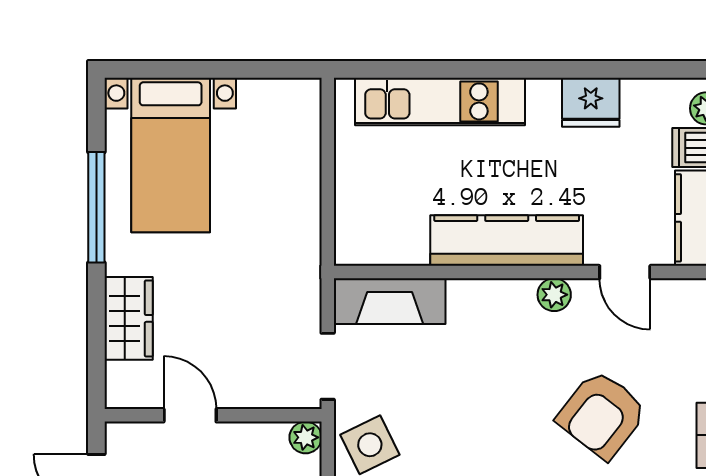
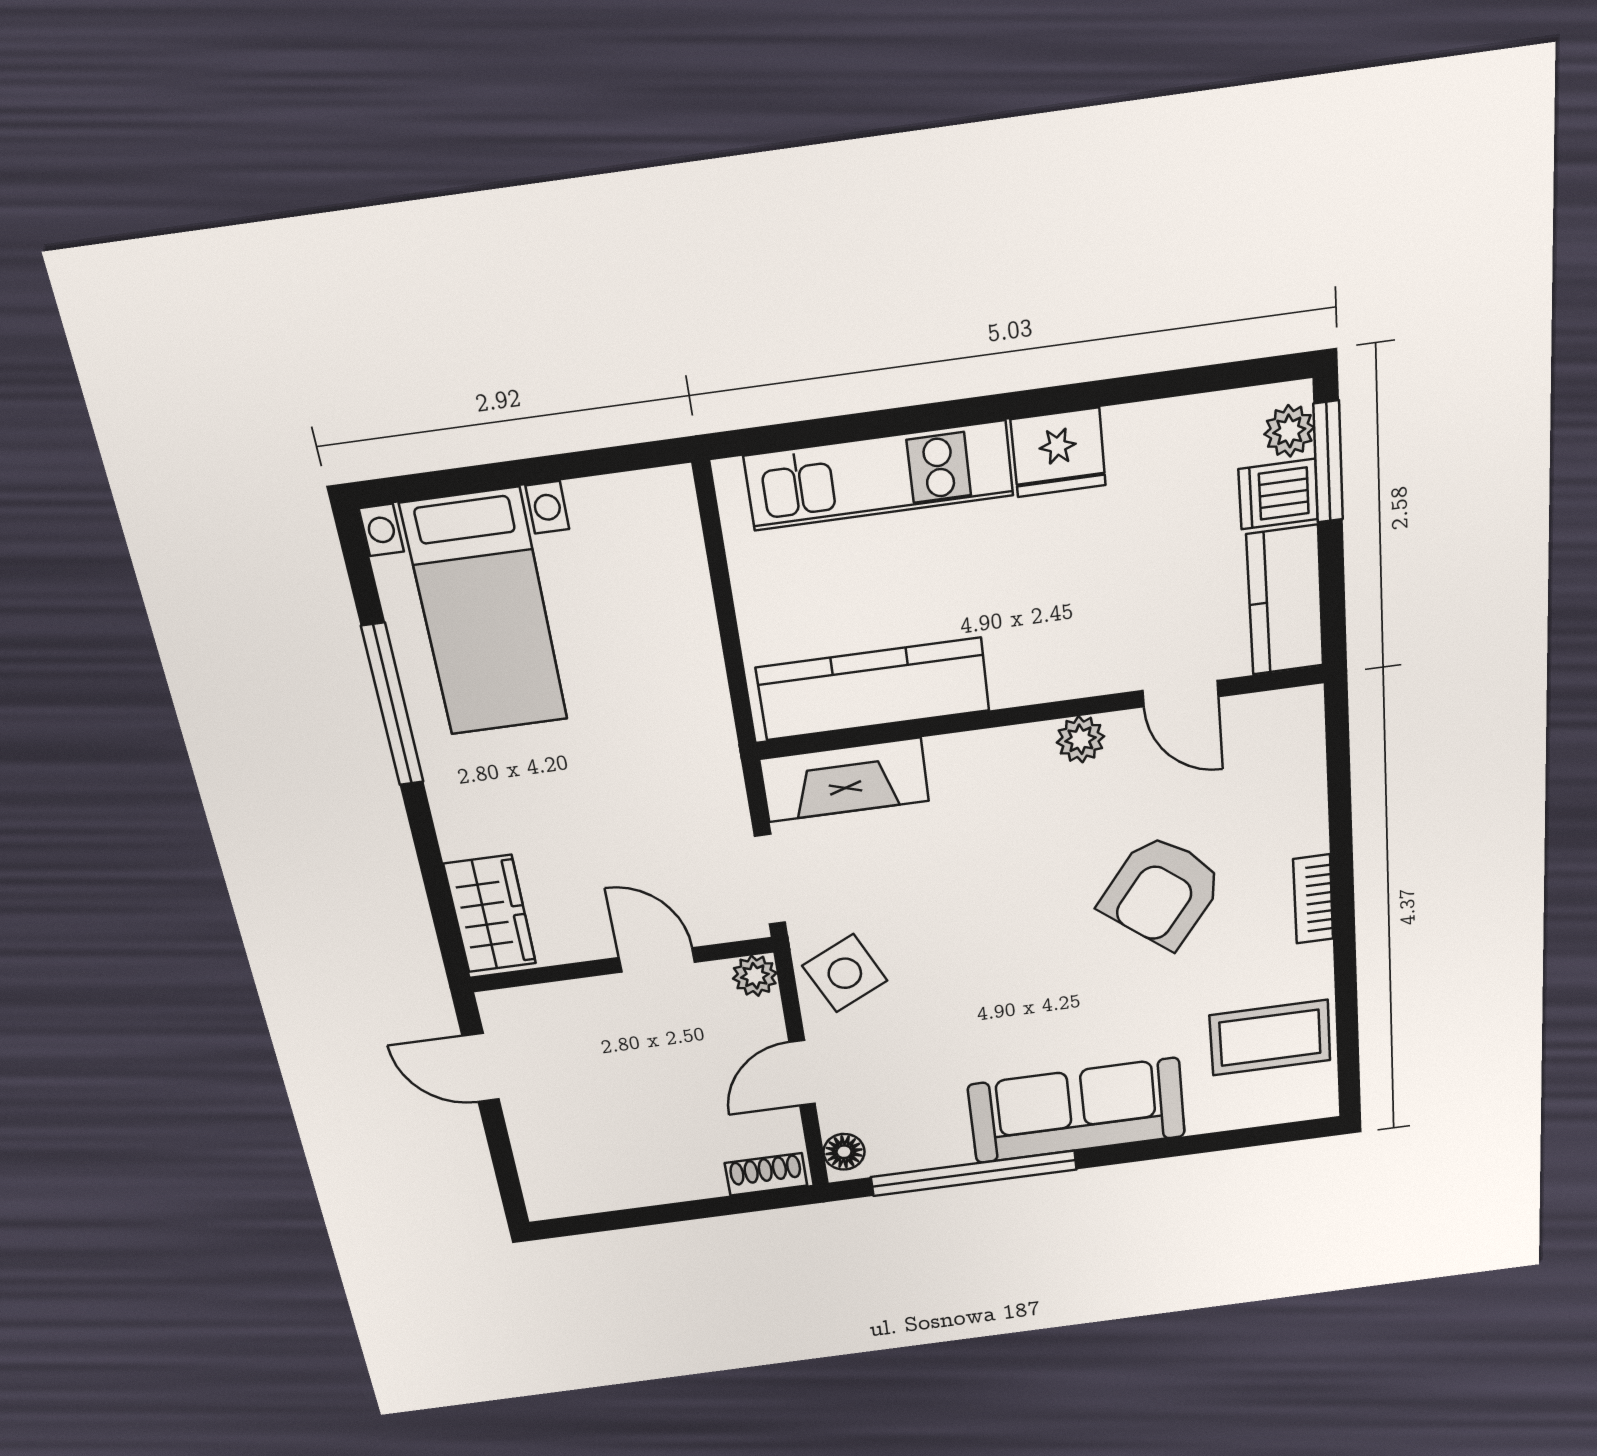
fridge: (591, 102) -> (1058, 452), moved
kitchen counter: (507, 240) -> (873, 689), moved
wardrobe: (129, 318) -> (490, 914), moved
door: (190, 415) -> (657, 960), moved

